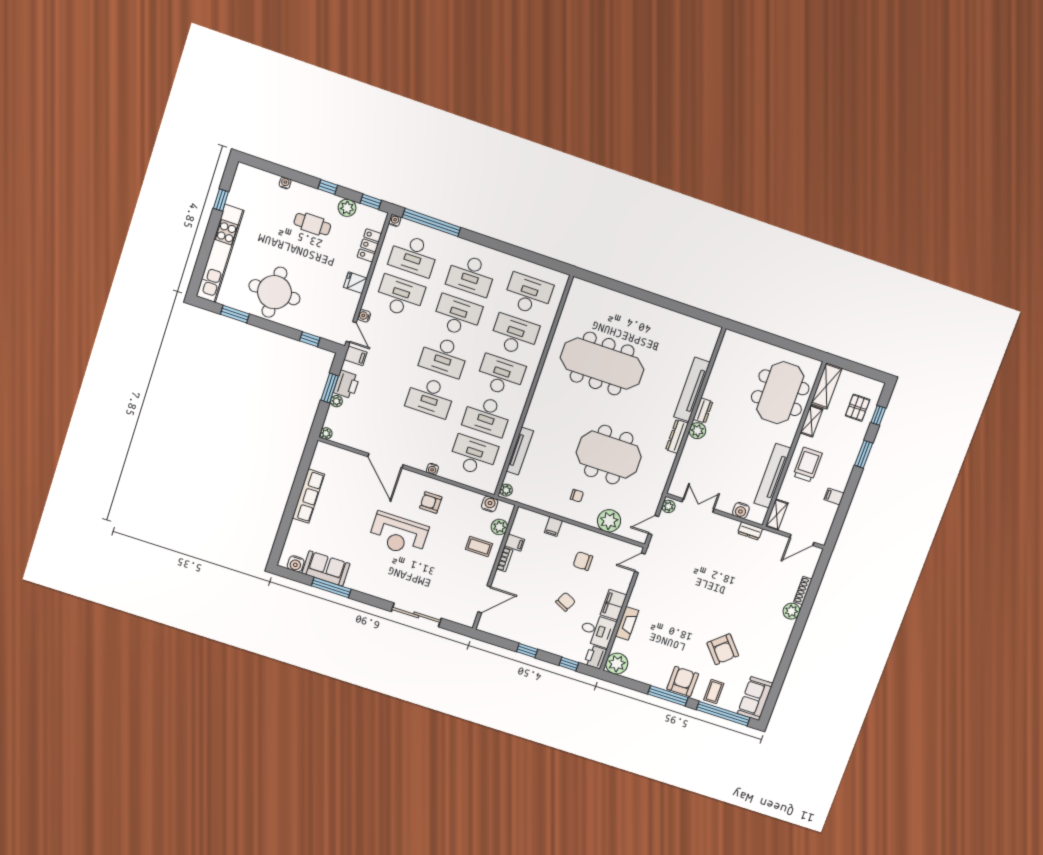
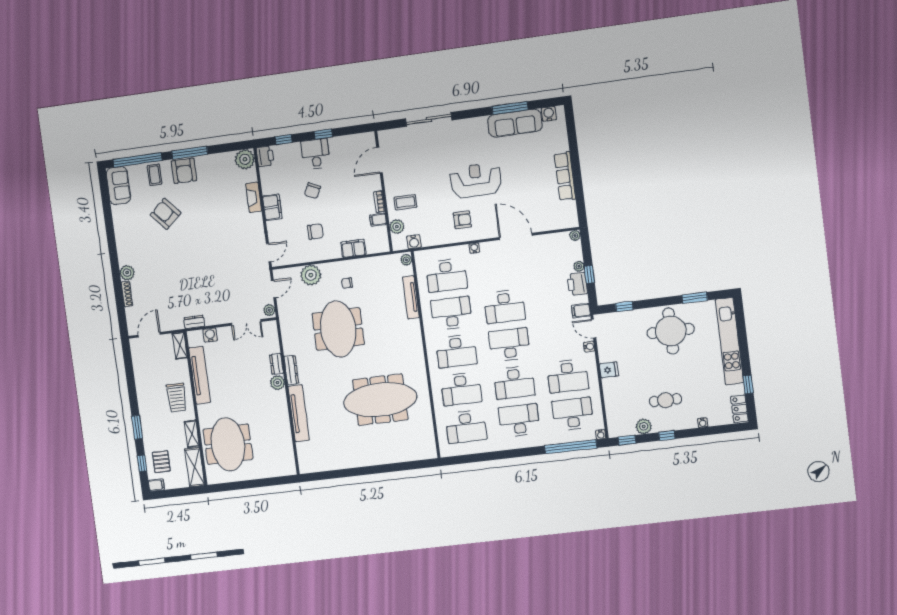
locker: (369, 245) -> (739, 409), moved, turned 180
window: (330, 388) -> (589, 274), width x0.67
desk: (430, 397) -> (505, 307), turned 180
dresser: (703, 410) -> (276, 364), moved
meeting table: (609, 455) -> (338, 329), turned 90
filing cabinet: (834, 496) -> (156, 485), moved
filing cabinet: (553, 527) -> (353, 248), width x2.00
sofa: (326, 568) -> (515, 123), width x1.36
desk: (597, 631) -> (316, 154), moved, turned 90

